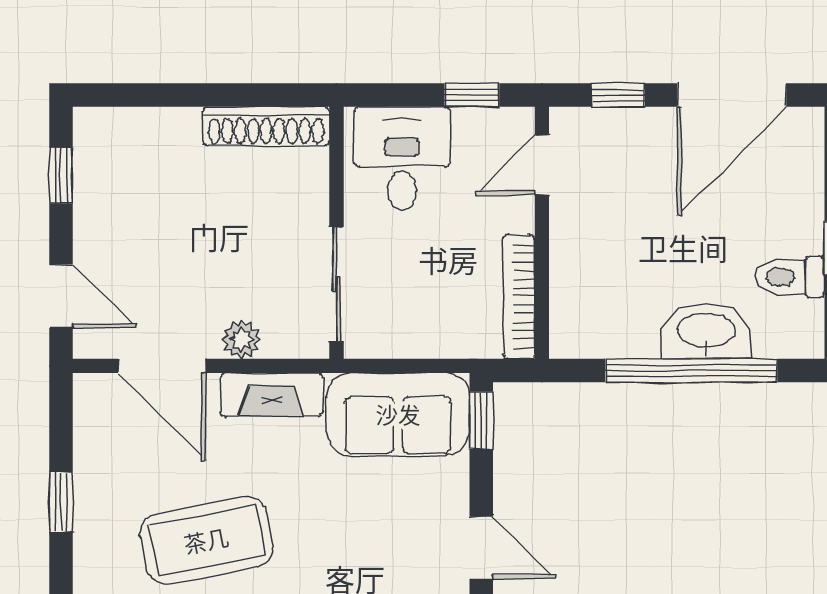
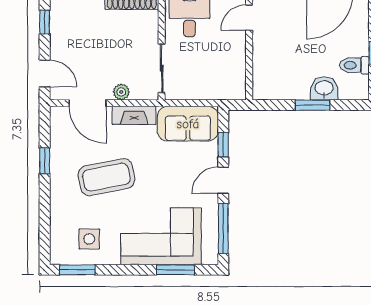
bookcase: (519, 297) -> (239, 74), removed
washbasin: (706, 331) -> (324, 88), width x0.72
window: (691, 371) -> (313, 105), width x0.47
window: (481, 420) -> (223, 145), moved
door: (481, 548) -> (223, 180), swing flipped

